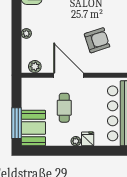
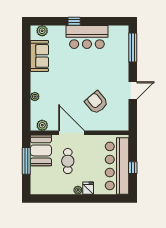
armchair: (97, 40) -> (96, 102), turned -112
window: (17, 123) -> (26, 161), moved
booth: (33, 128) -> (41, 150), moved

